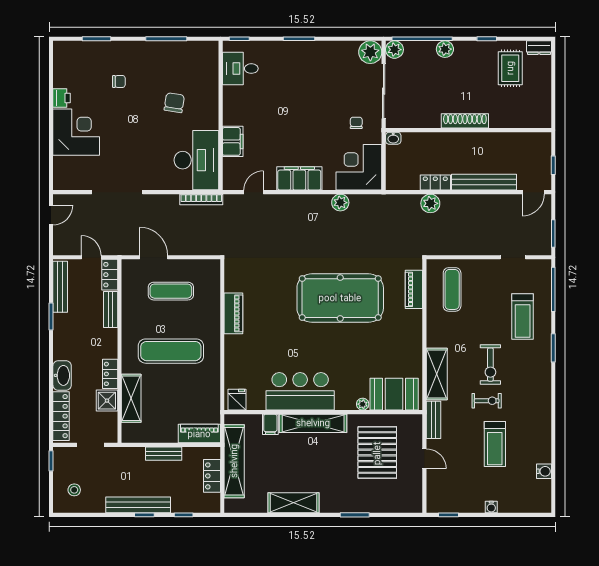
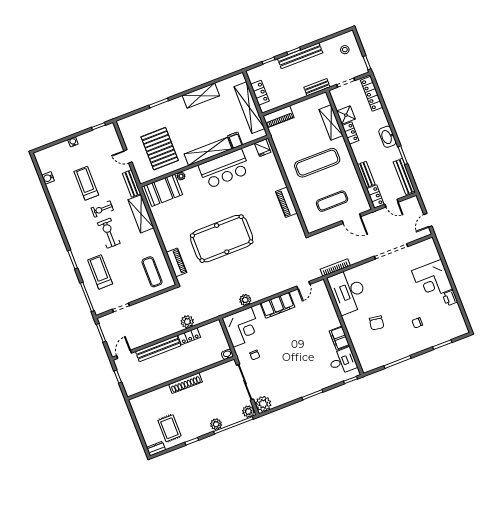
filing cabinet: (233, 141) -> (339, 338), moved
washbasin: (62, 375) -> (387, 137), moved
bench: (164, 454) -> (317, 87), moved

